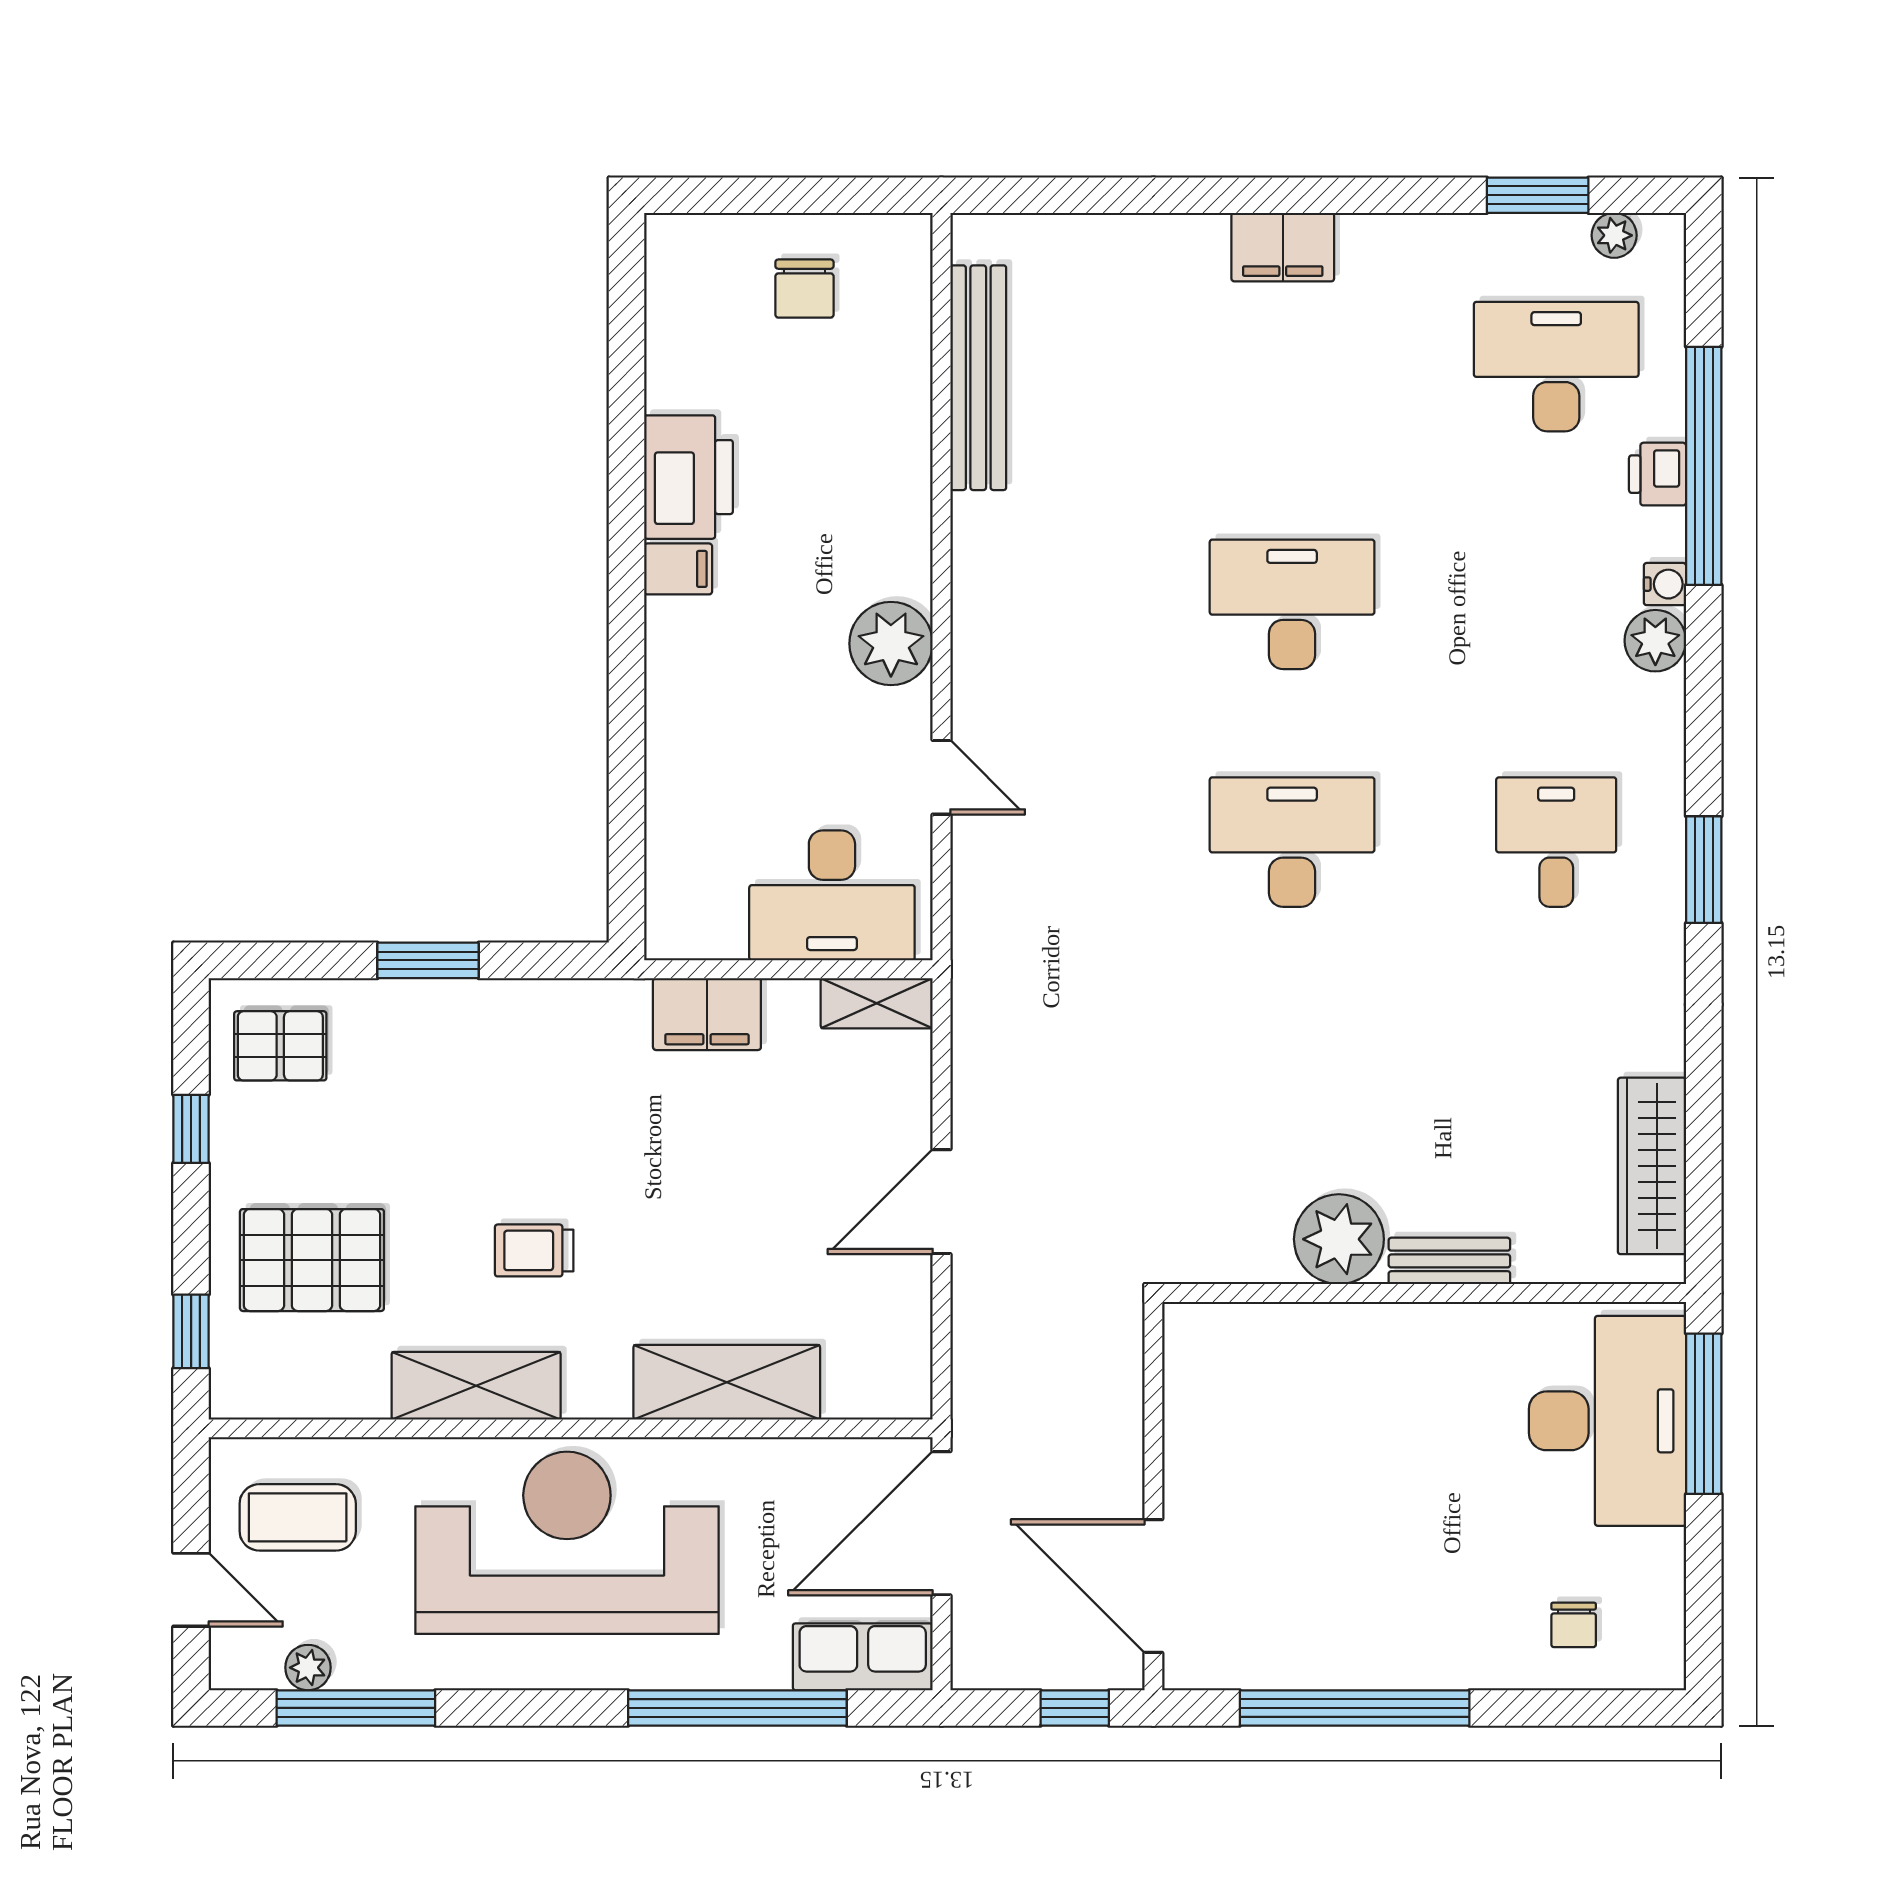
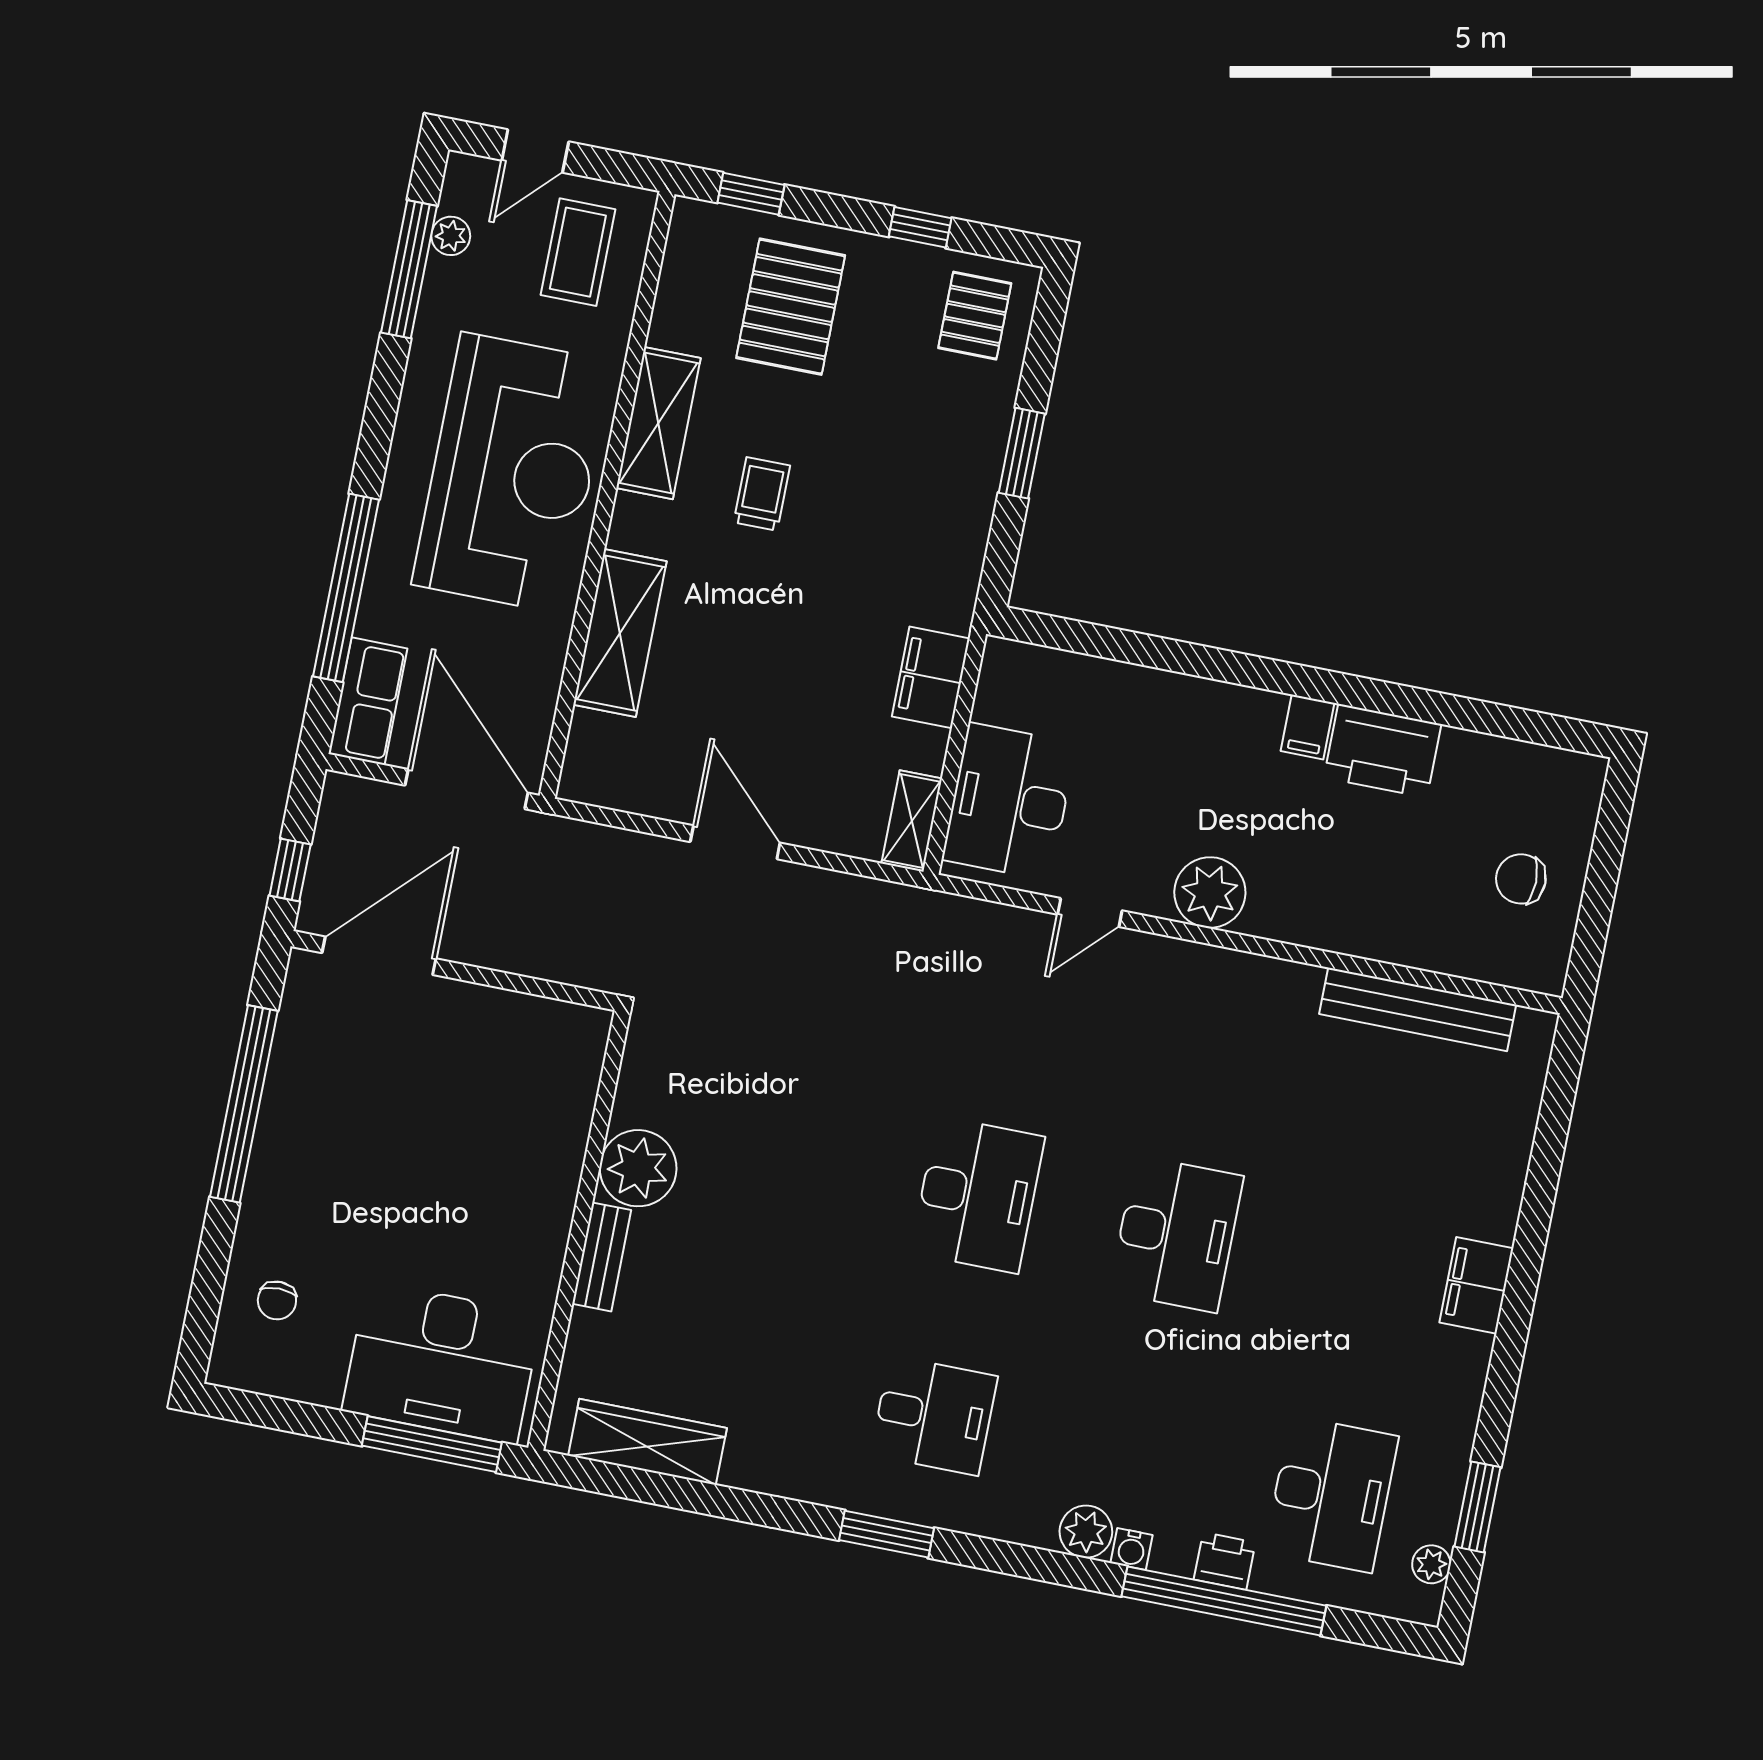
chair: (1574, 1625) -> (277, 1300), turned -90

